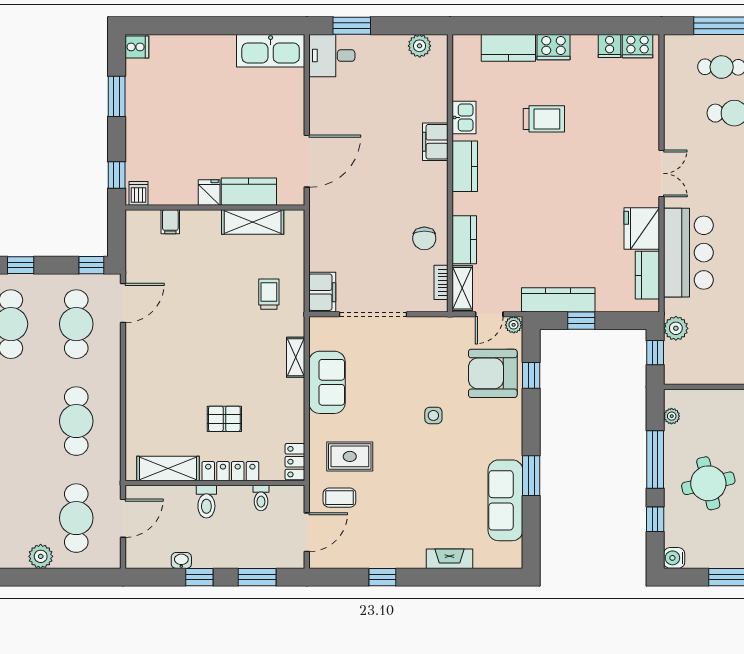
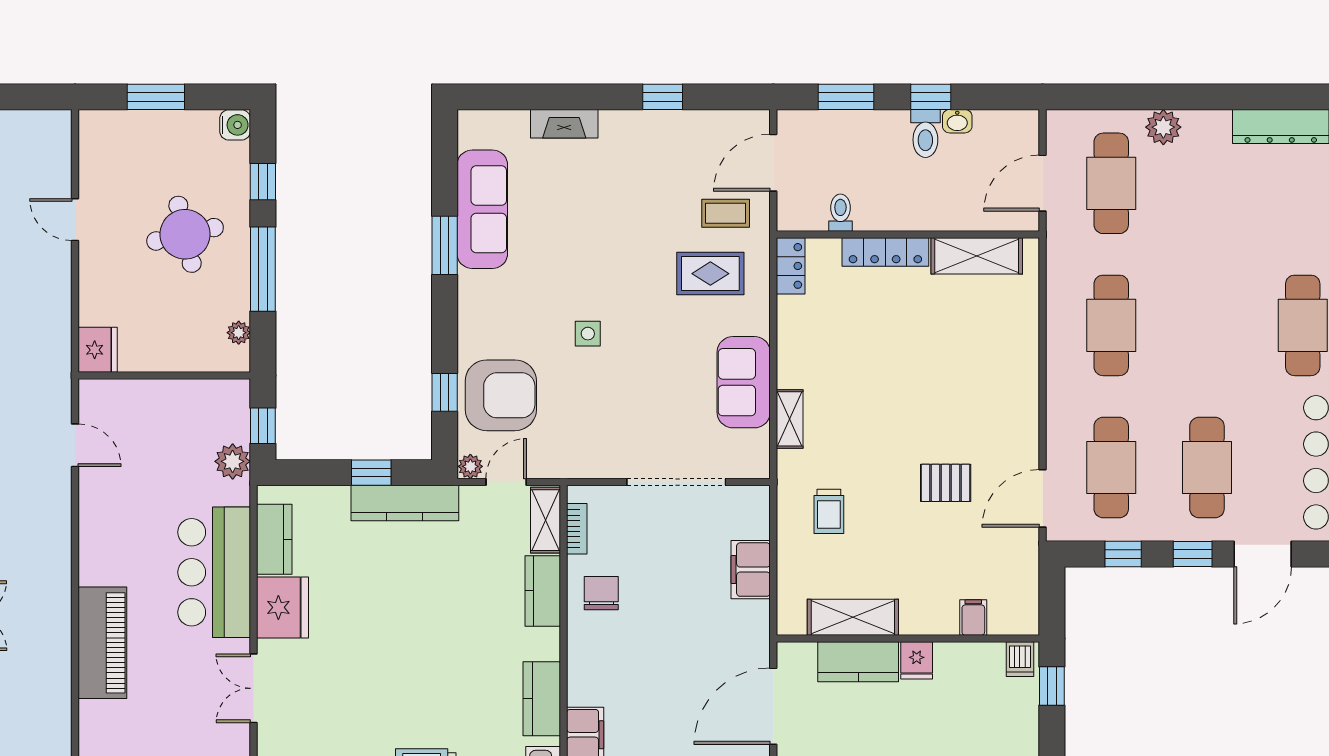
window: (91, 265) -> (1123, 554), moved
filing cabinet: (322, 292) -> (751, 570), moved
pallet: (224, 419) -> (946, 483), moved
toilet: (206, 502) -> (925, 133), moved, turned 180

